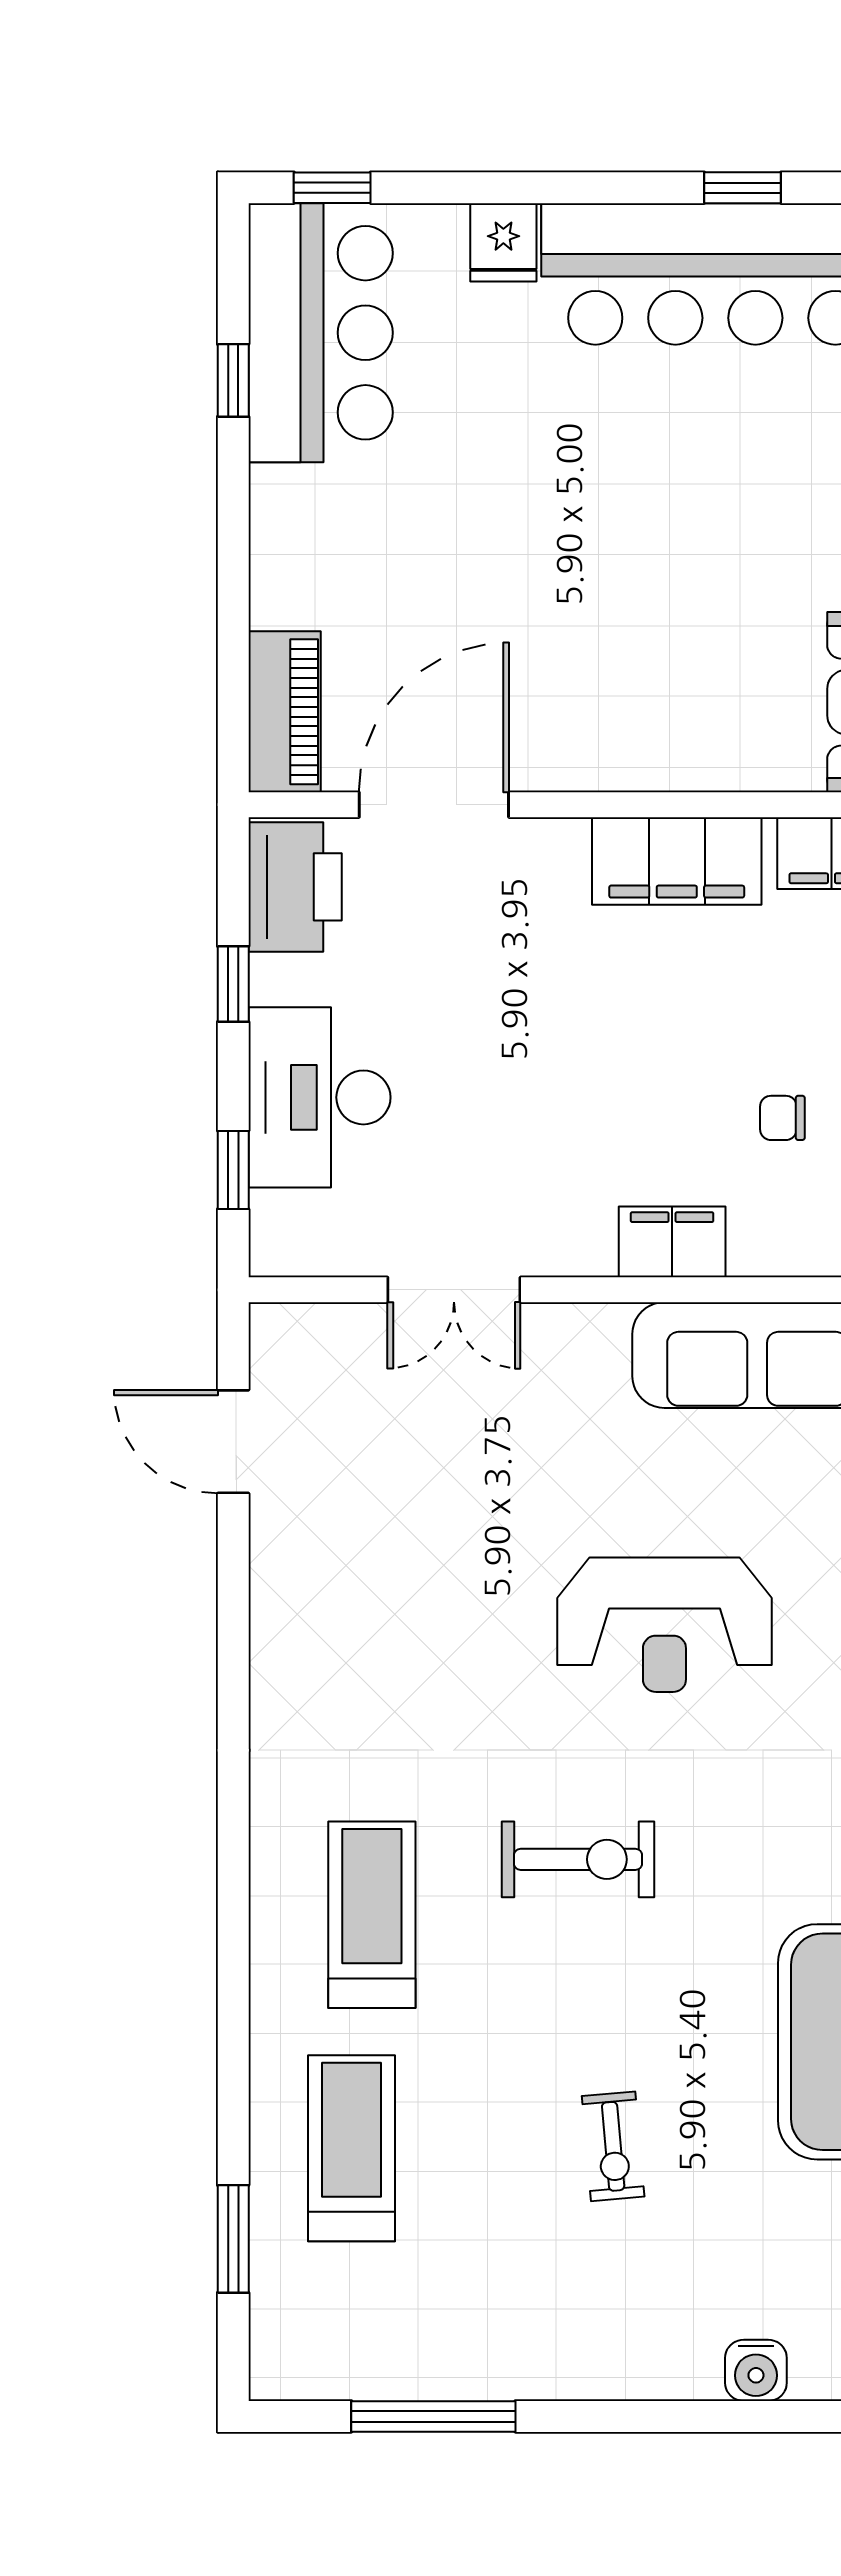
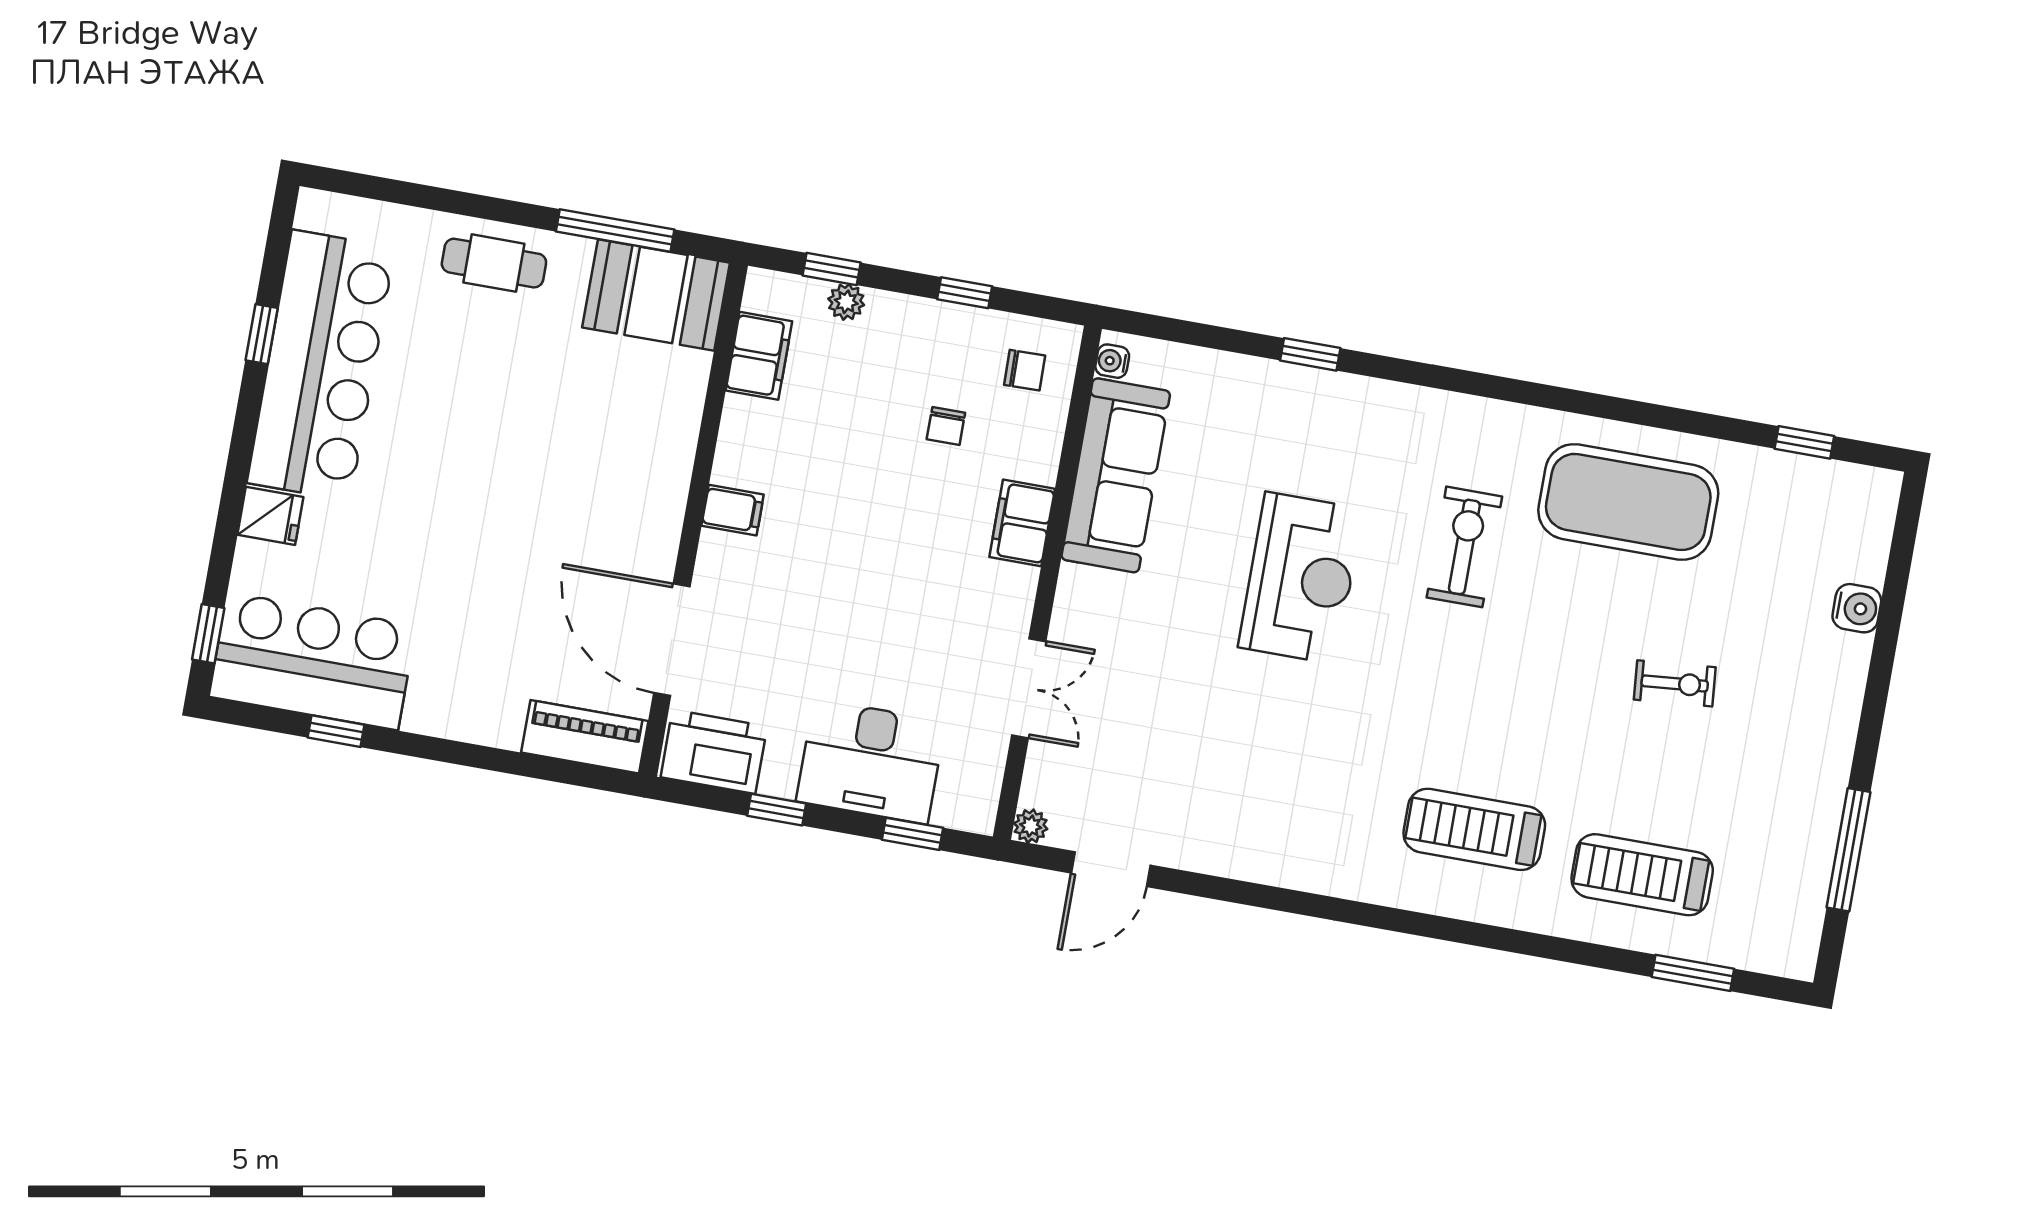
filing cabinet: (677, 861) -> (733, 510), width x0.33, depth x0.86
plant: (271, 1325) -> (1031, 826), added
exercise bike: (578, 1859) -> (1464, 547), moved

